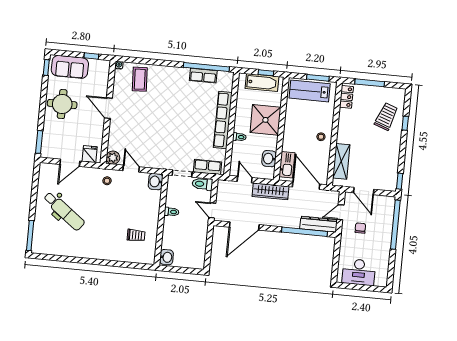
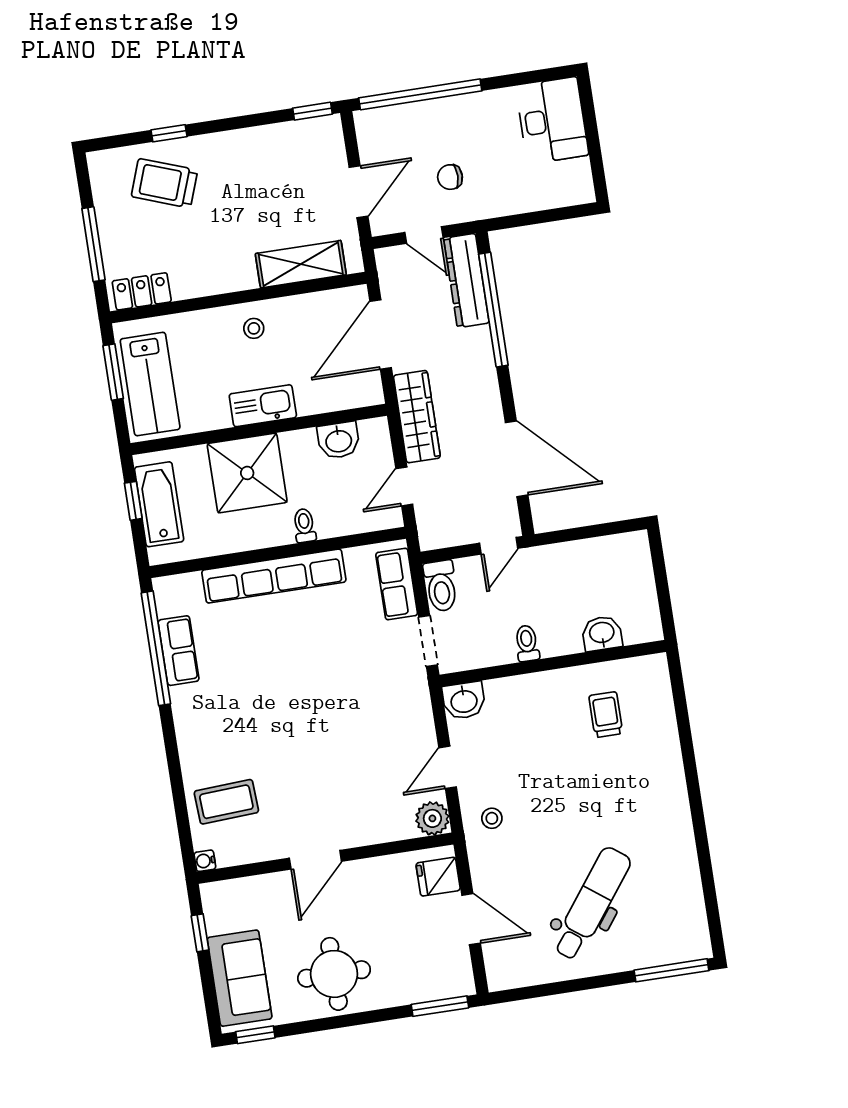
kitchen sink: (287, 165) -> (263, 406), moved
washbasin: (166, 257) -> (602, 633), moved
desk: (359, 272) -> (552, 120), moved

